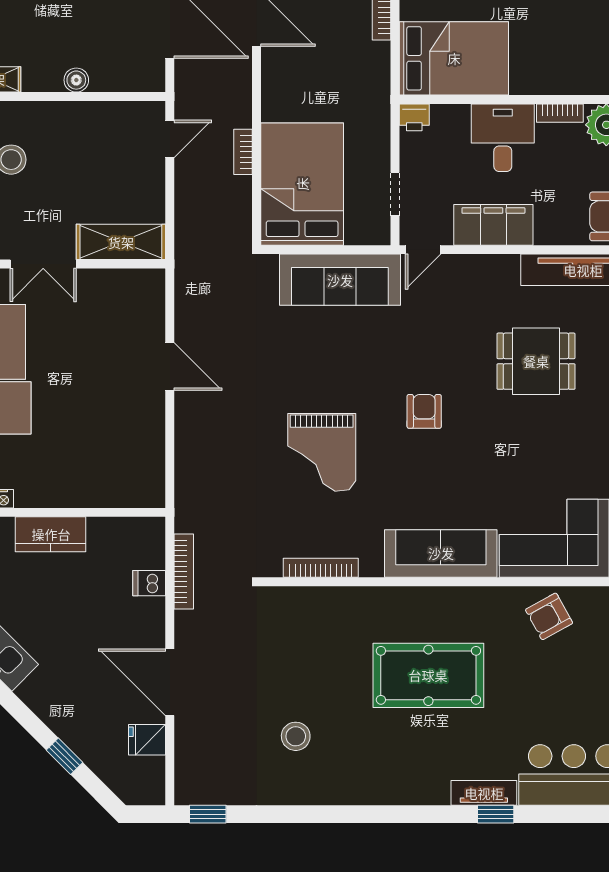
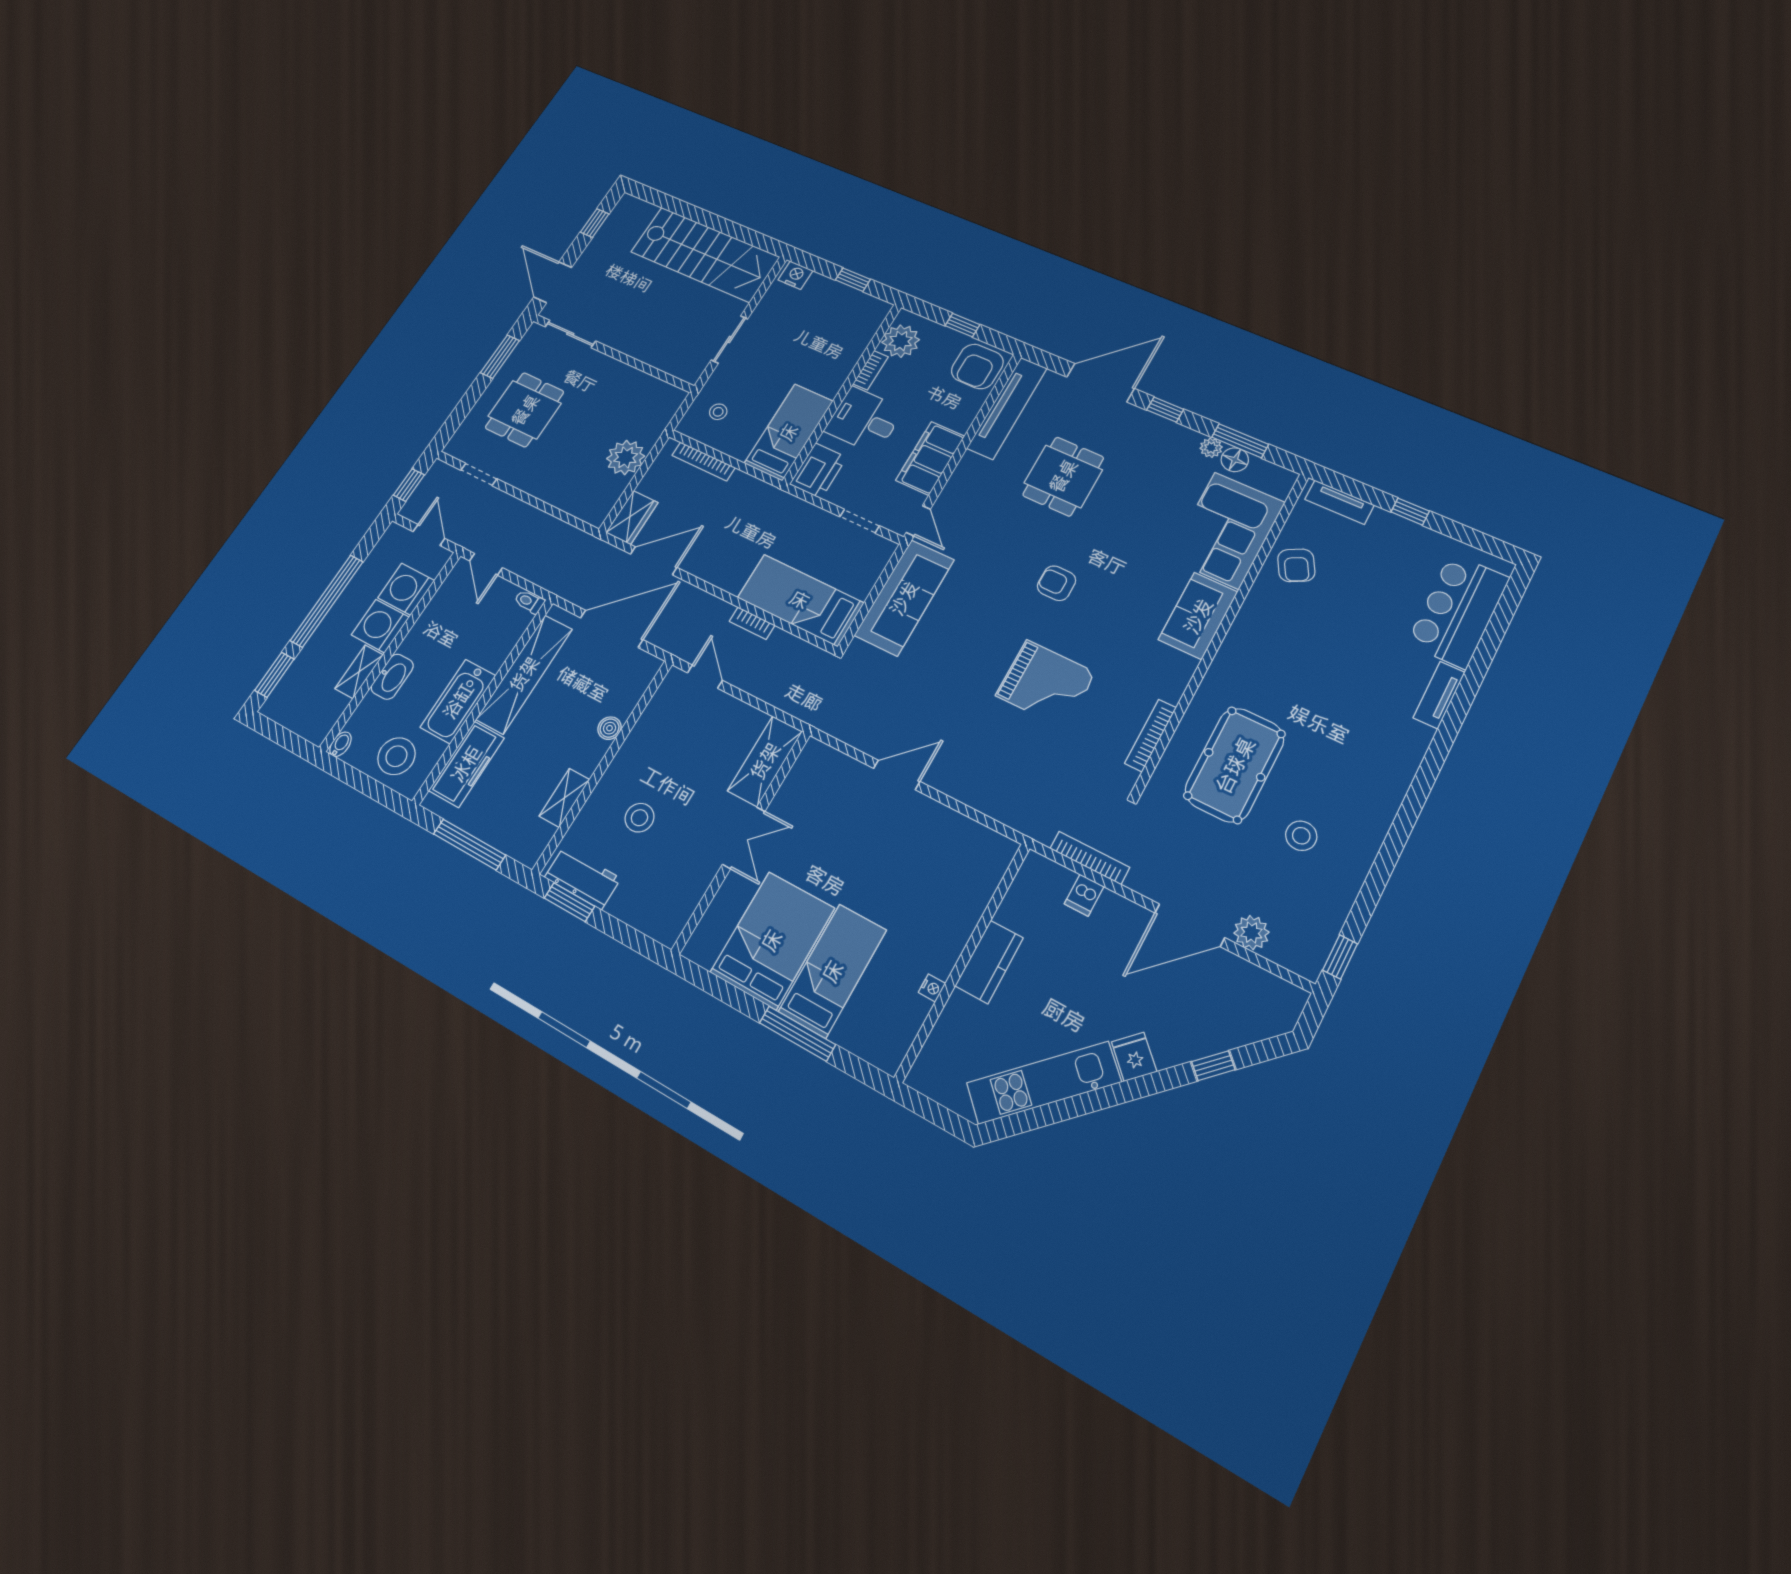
bed: (454, 58) -> (789, 432), width x0.67
printer: (414, 117) -> (818, 471), width x1.87, depth x1.48
bed: (302, 184) -> (800, 600), width x0.67
sofa: (441, 553) -> (1198, 616), width x0.73
pool table: (428, 675) -> (1235, 765), moved
plant: (190, 735) -> (1251, 933), added
fridge: (147, 740) -> (1134, 1057), moved, turned 135
window: (496, 814) -> (1465, 694), removed

